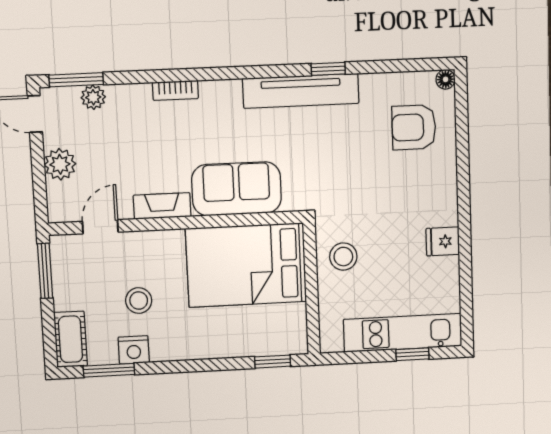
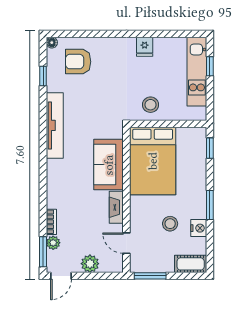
window: (328, 69) -> (43, 76), moved
bookcase: (175, 90) -> (51, 222), moved
armchair: (414, 127) -> (78, 62), turned 90
window: (109, 370) -> (210, 205), moved

